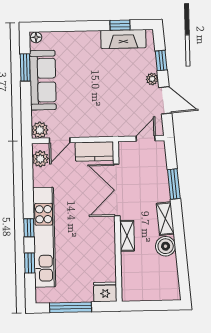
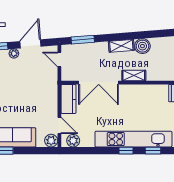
window: (174, 184) -> (83, 40), moved

